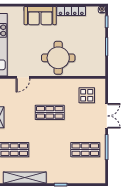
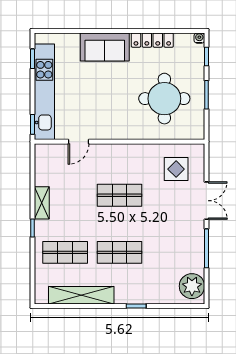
round table: (58, 58) -> (164, 99), moved
shop shelf: (85, 150) -> (119, 252), moved
plant: (97, 172) -> (192, 286), added

